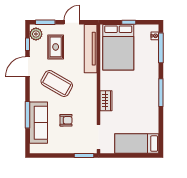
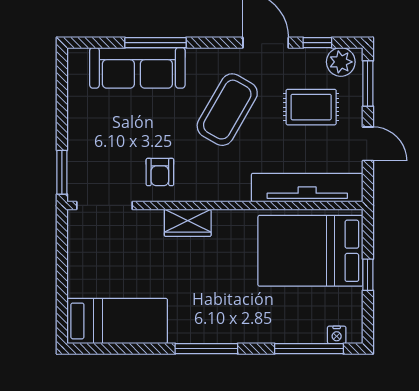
armchair: (66, 120) -> (160, 172), moved
bed: (137, 144) -> (117, 321), moved, turned 90

